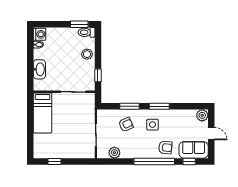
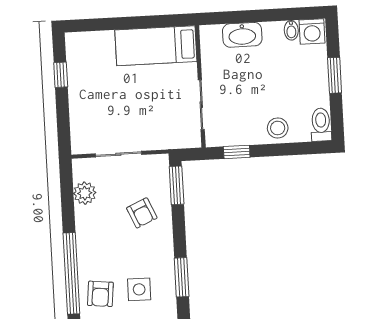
window: (79, 24) -> (335, 75), moved
window: (130, 106) -> (177, 185), moved
side table: (152, 125) -> (139, 289), moved

